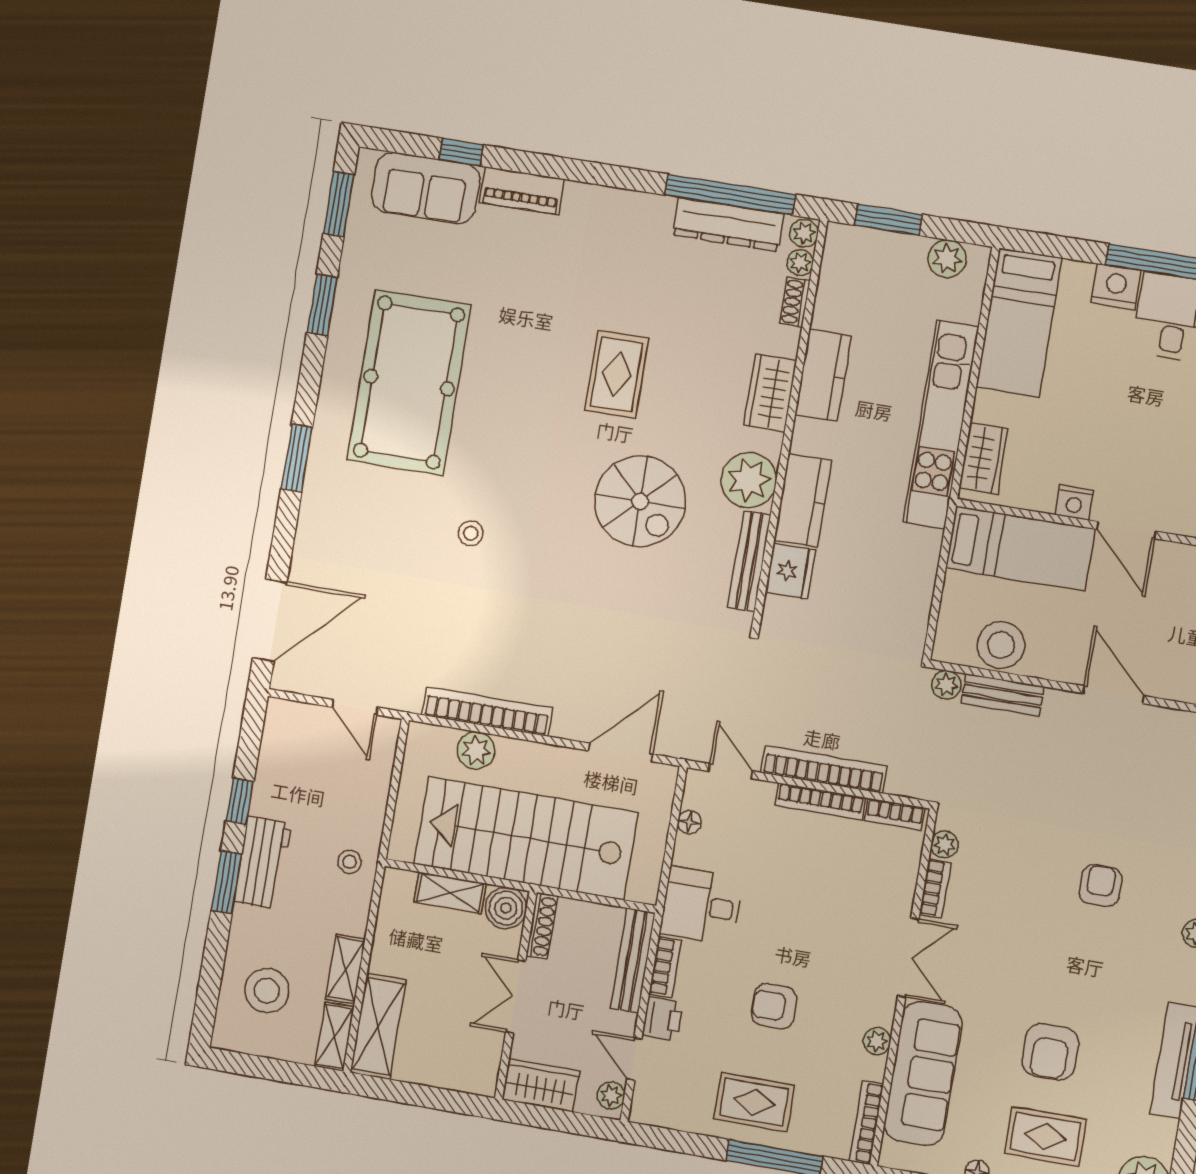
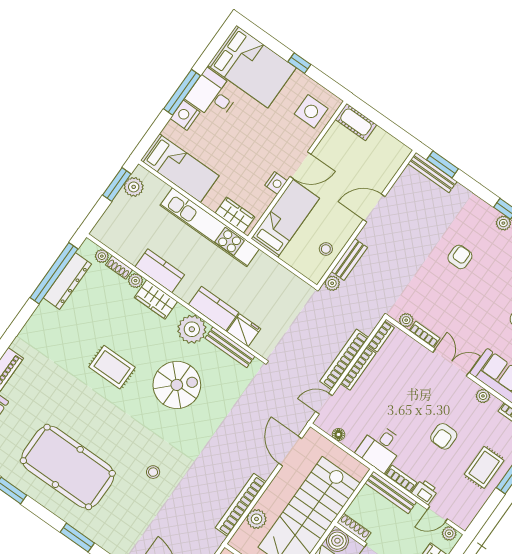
window: (889, 220) -> (117, 184), moved
plant: (804, 233) -> (135, 281), moved
stool: (1001, 645) -> (326, 249), width x0.53, depth x0.53
armchair: (1100, 886) -> (460, 257), turned 90

